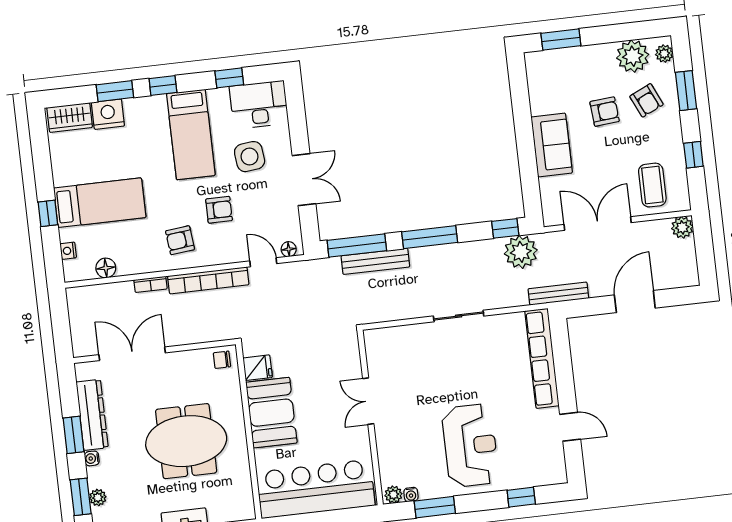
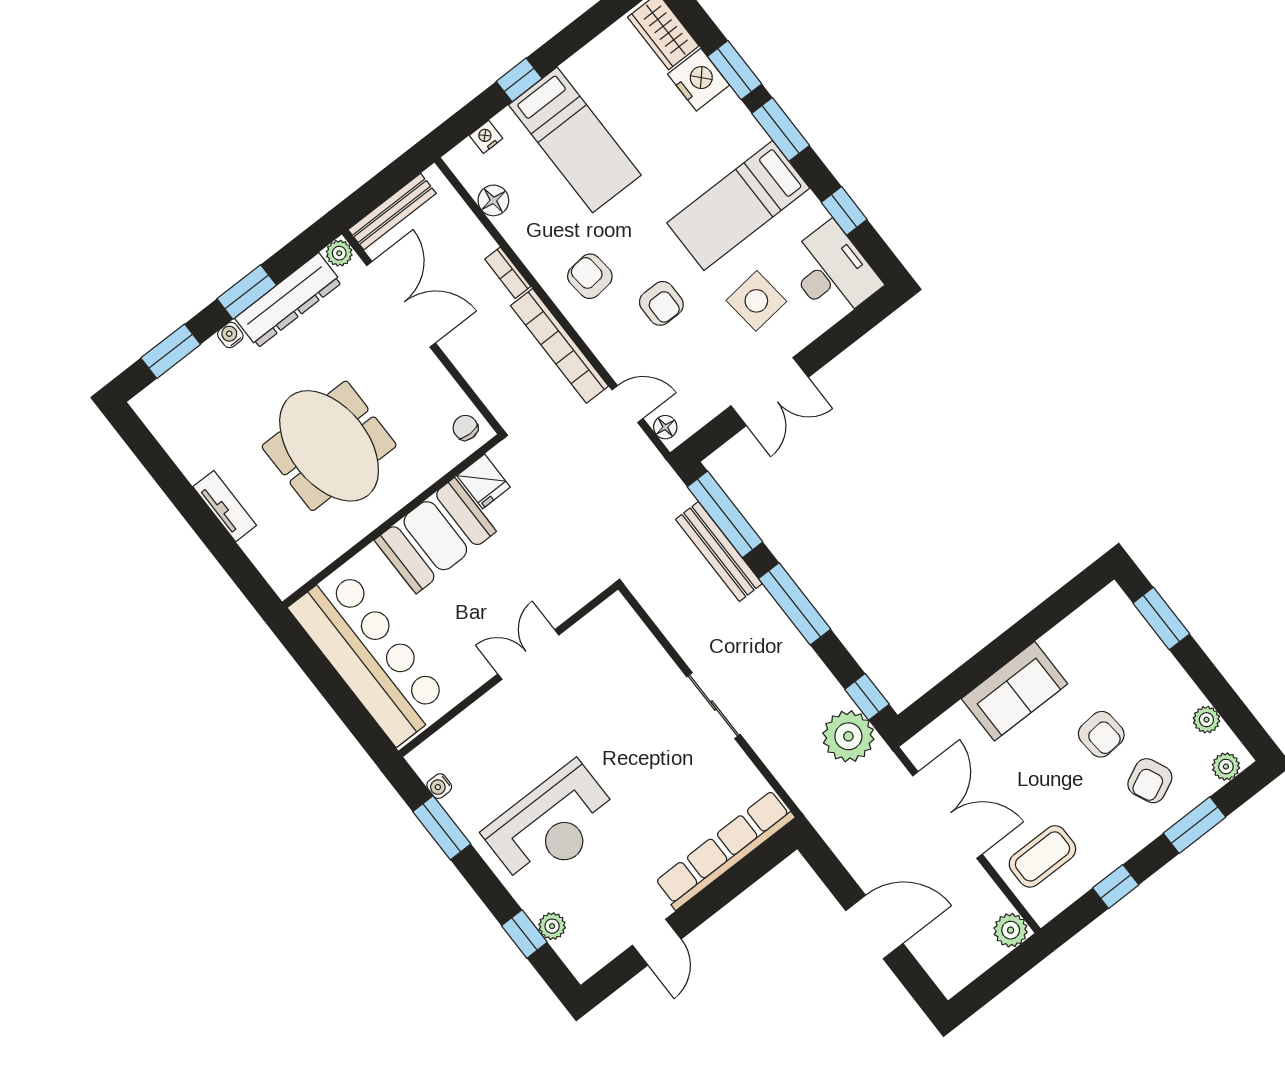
plant: (633, 56) -> (1206, 720), width x0.53, depth x0.53
window: (163, 86) -> (781, 129), width x1.50
door: (263, 262) -> (628, 404), hinge flipped
bench: (558, 294) -> (392, 212), moved, turned 90
plant: (393, 495) -> (552, 926), moved
plant: (98, 498) -> (339, 253), moved

